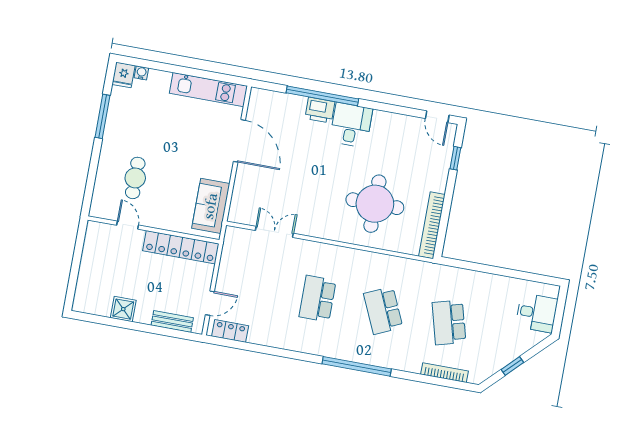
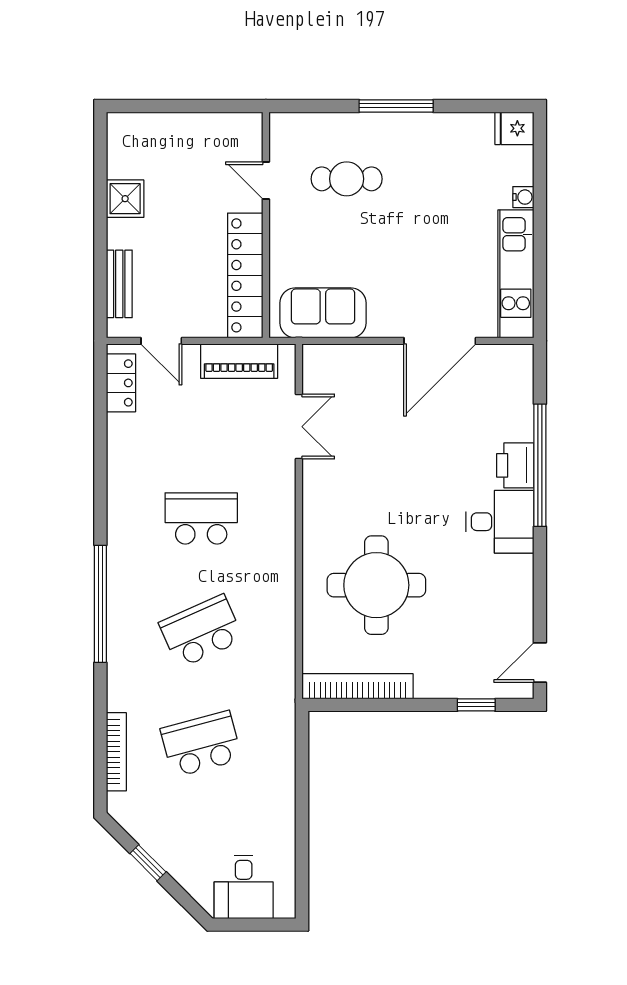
water cooler: (141, 73) -> (523, 197), moved
window: (103, 116) -> (396, 106), moved
door: (128, 225) -> (266, 180), swing flipped
piano: (230, 260) -> (239, 361), added

